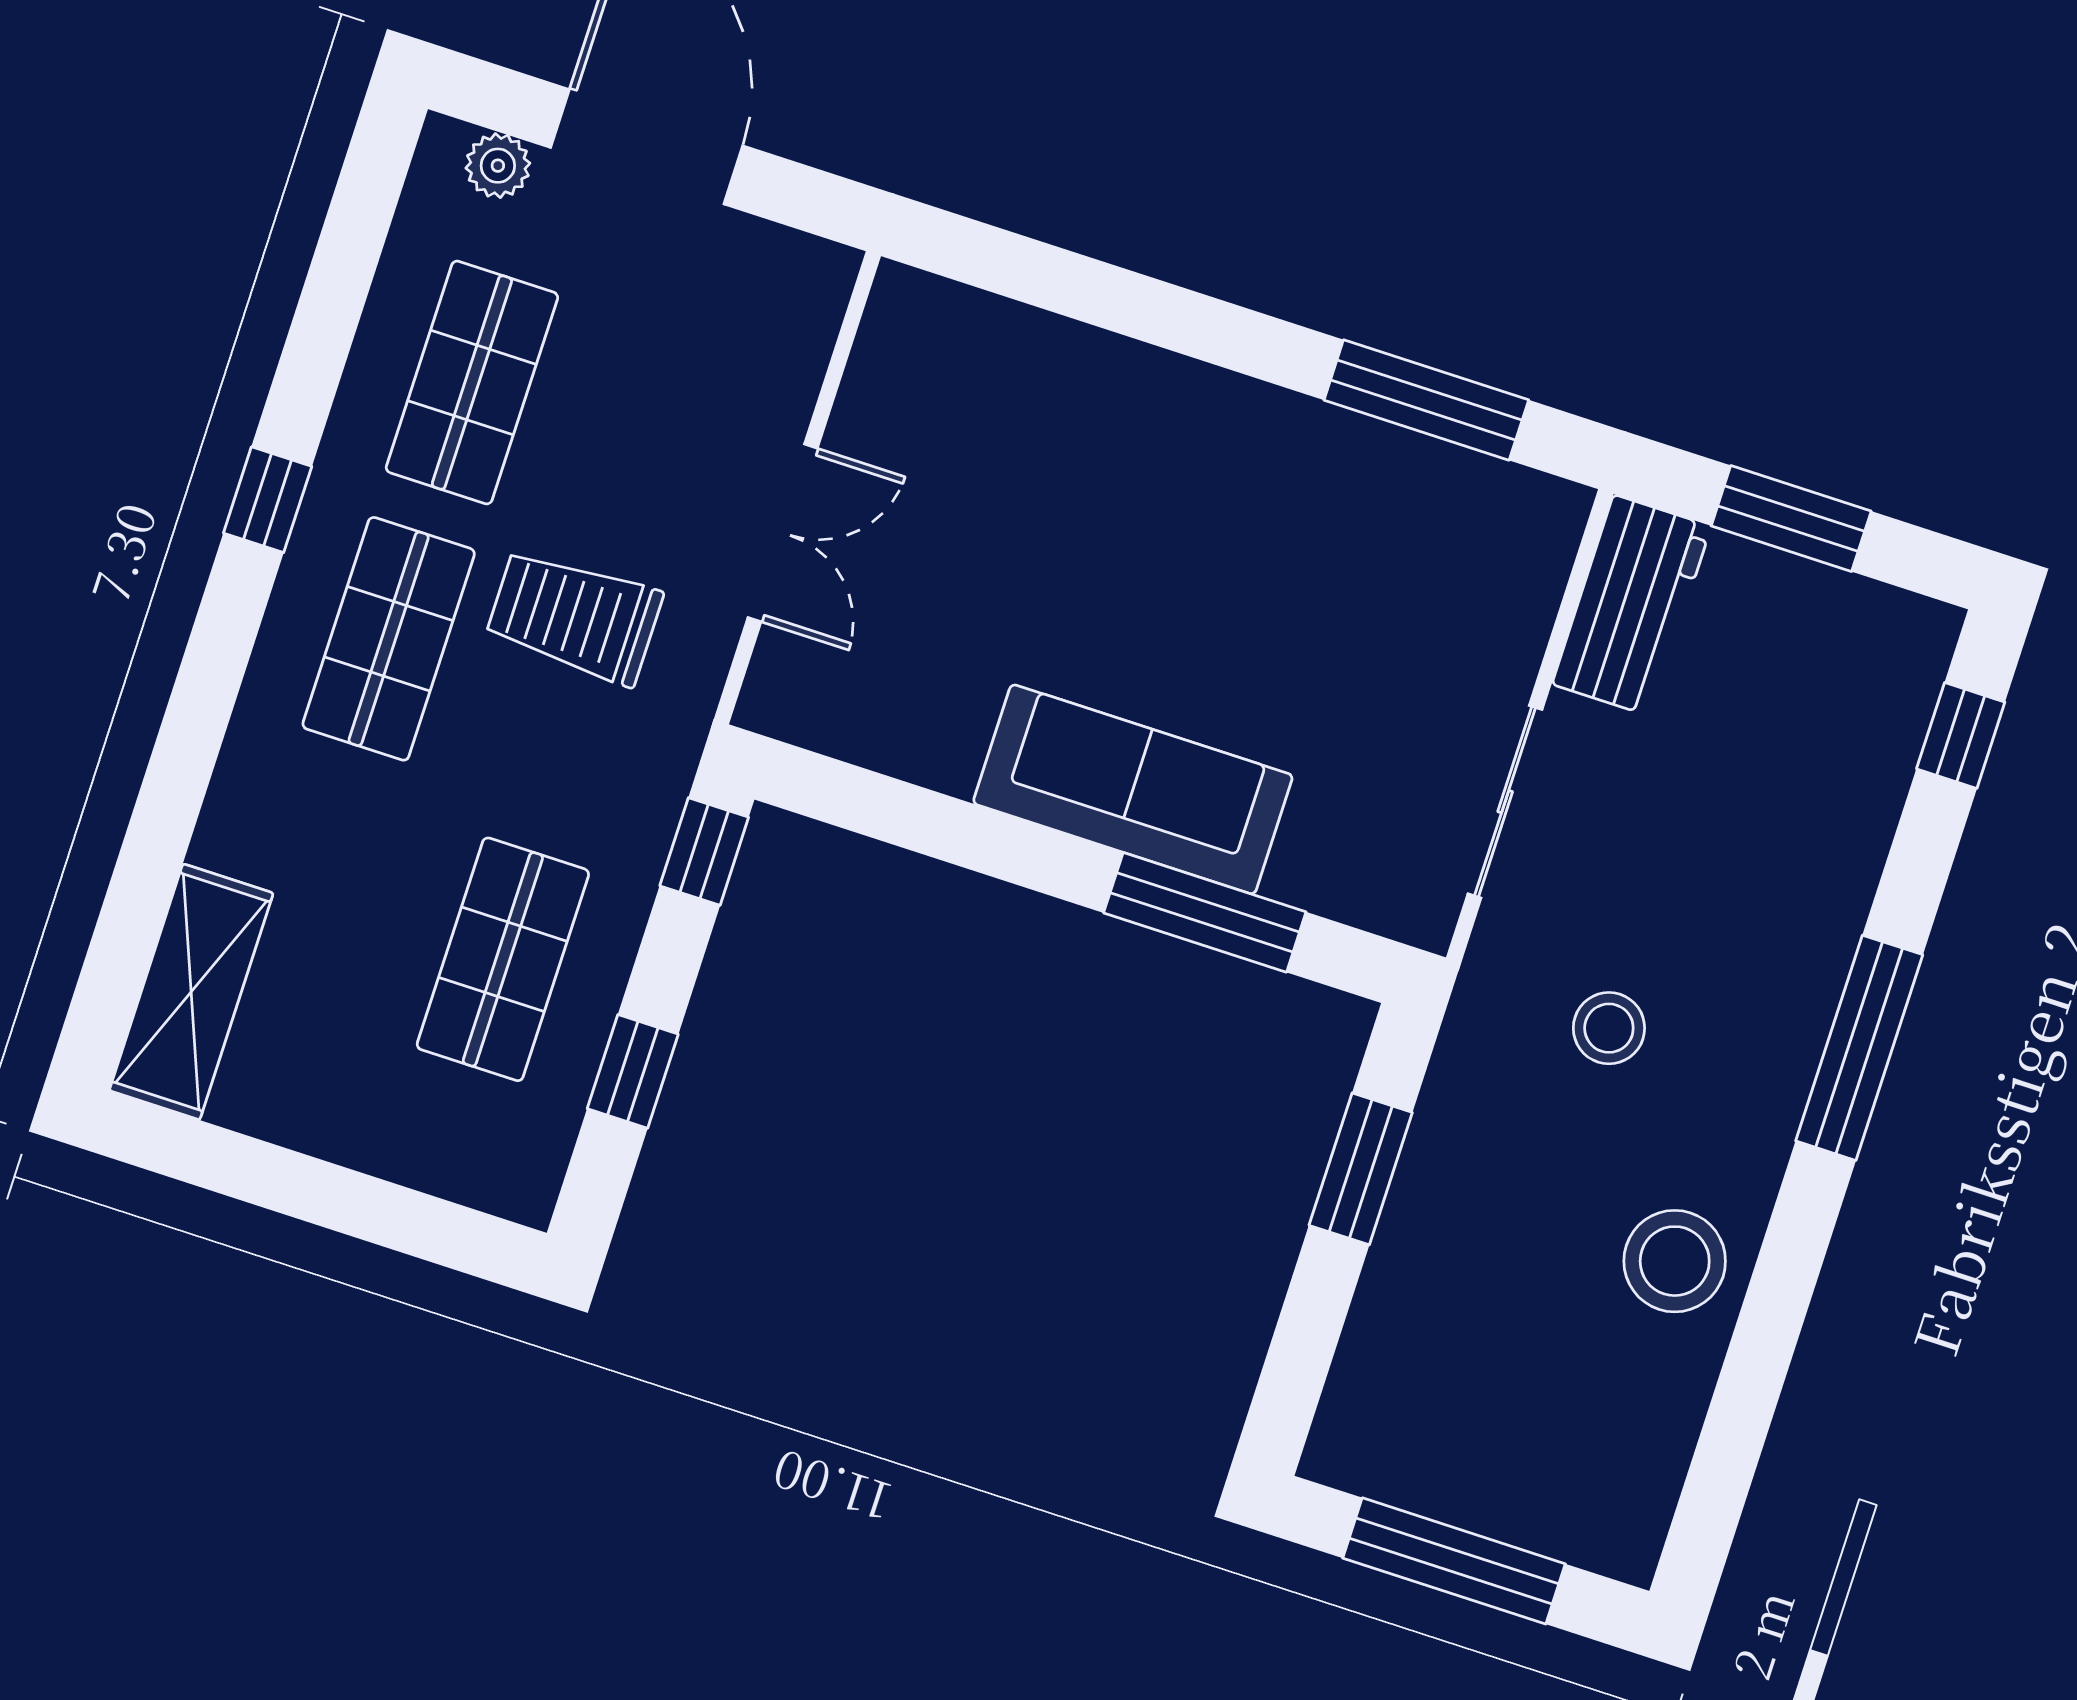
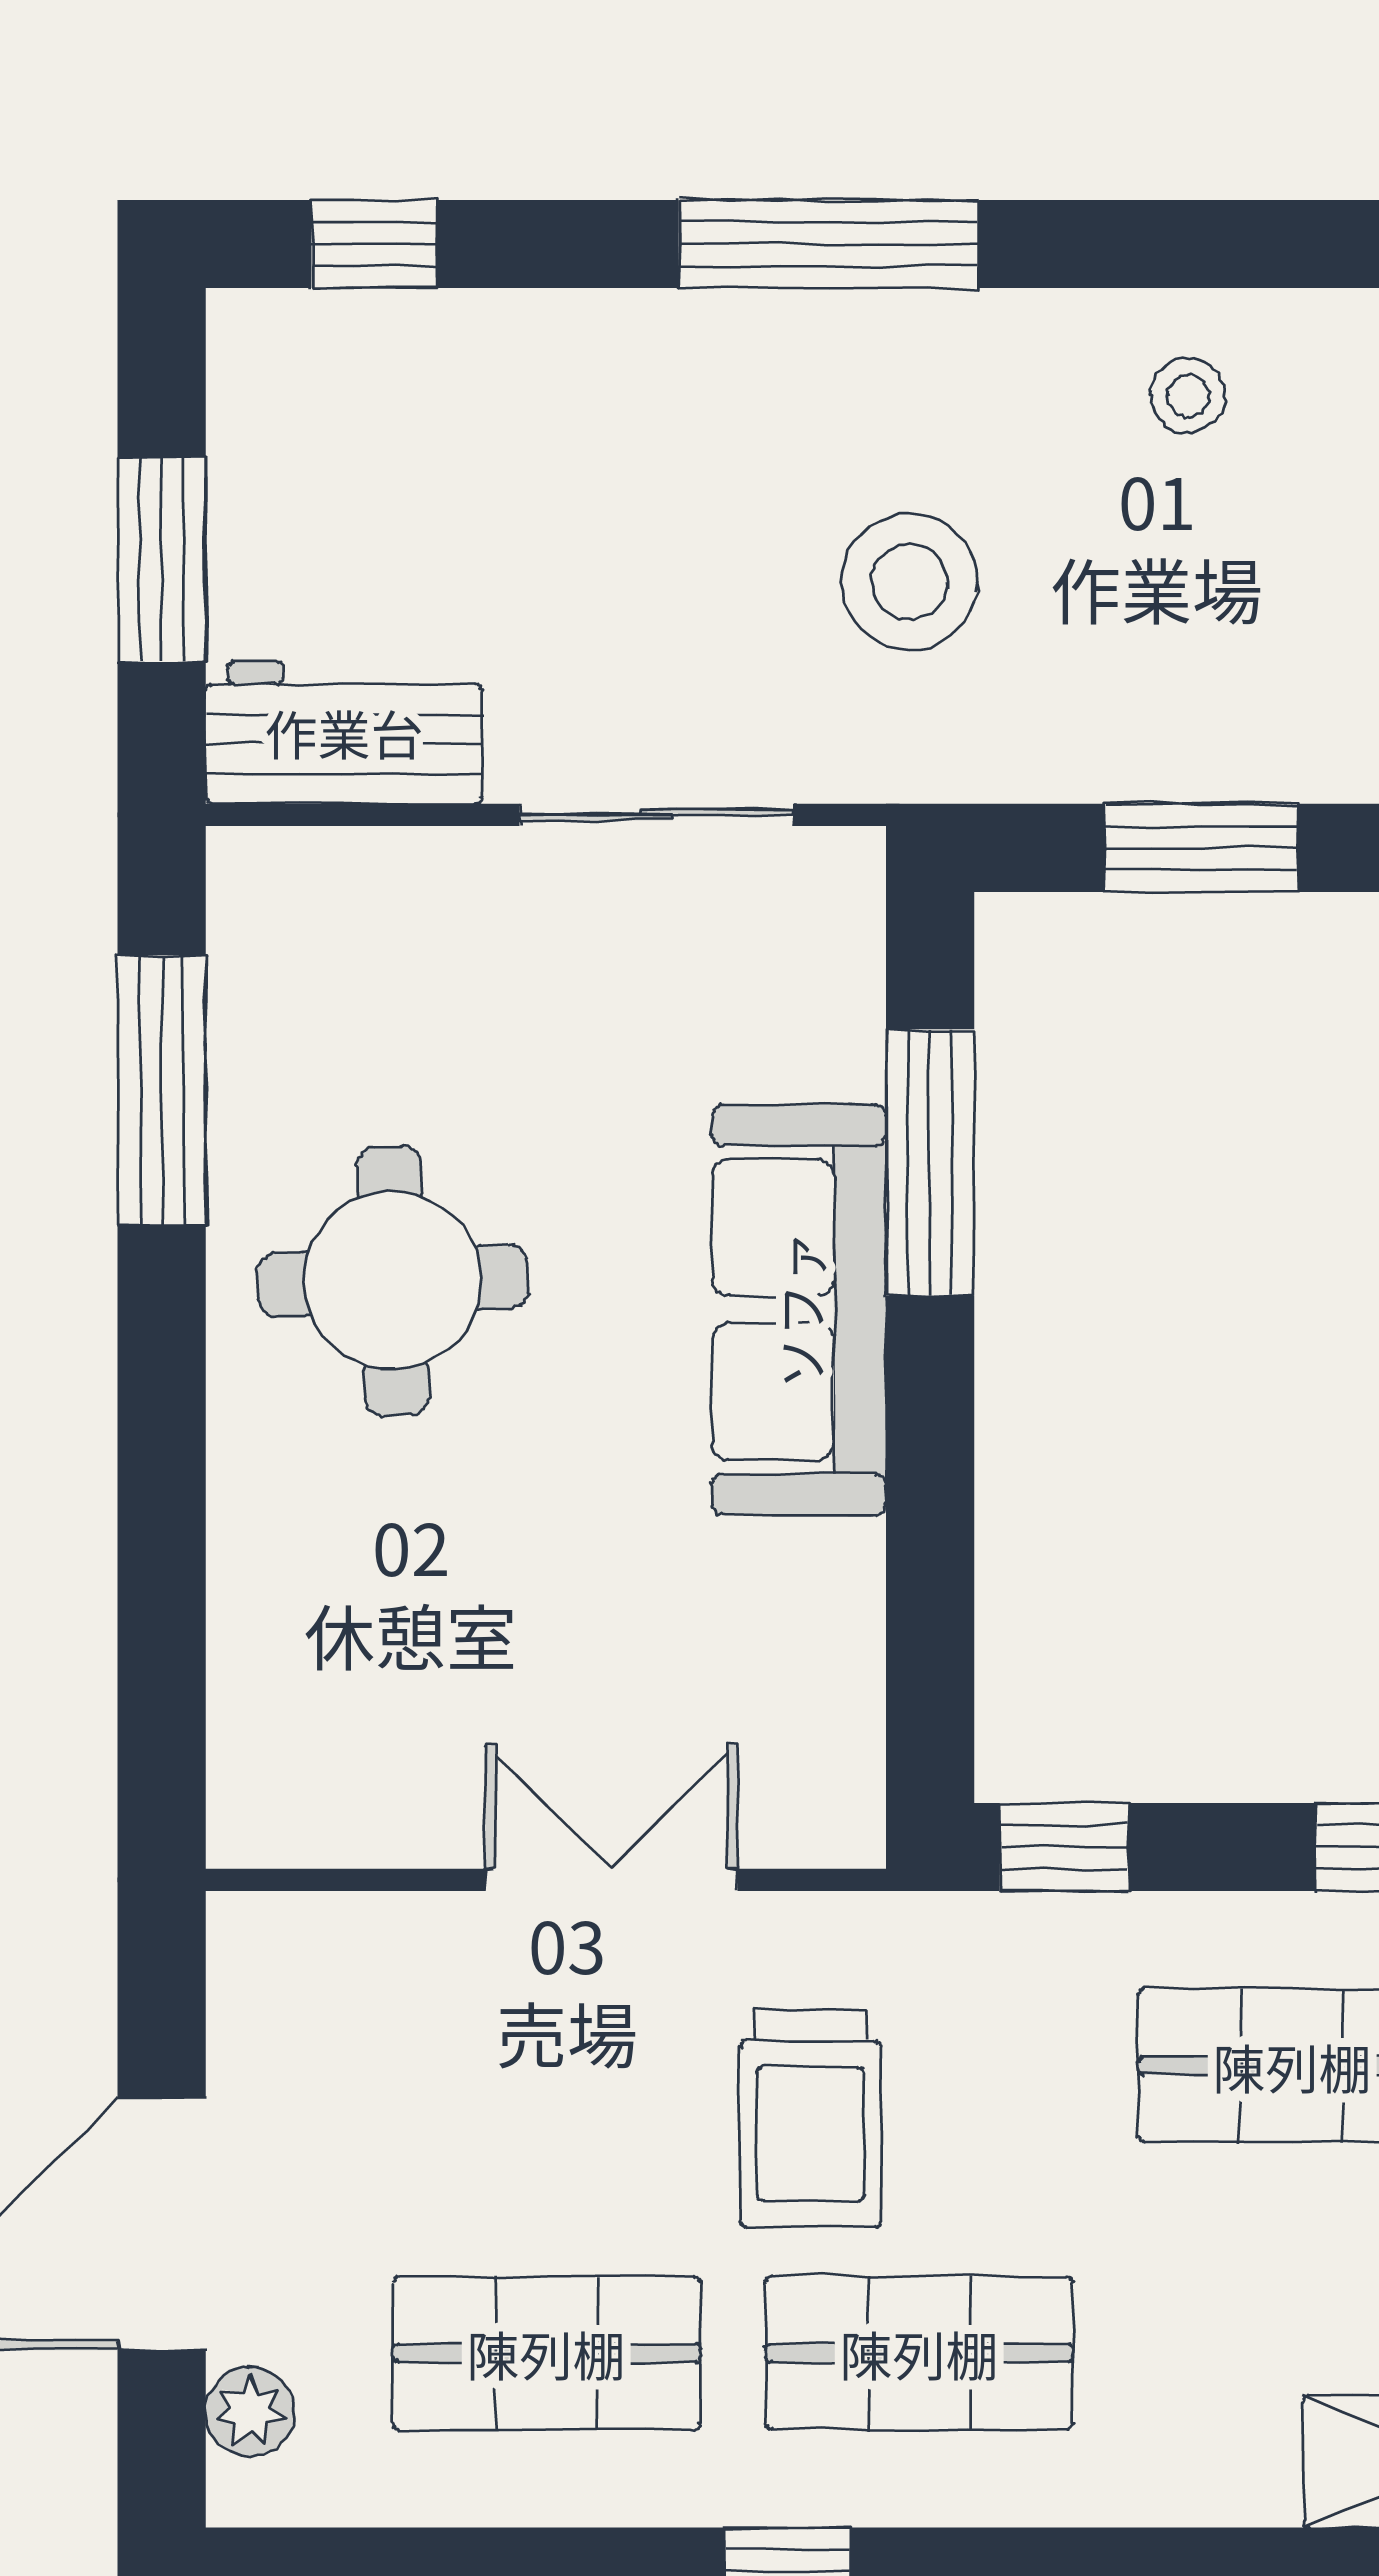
round table: (1244, 516) -> (393, 1280), added
stool: (1609, 1028) -> (910, 582), width x1.38, depth x1.38
stool: (1675, 1261) -> (1188, 396), width x0.53, depth x0.53

